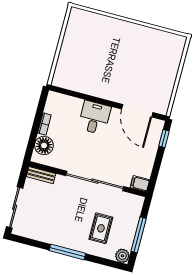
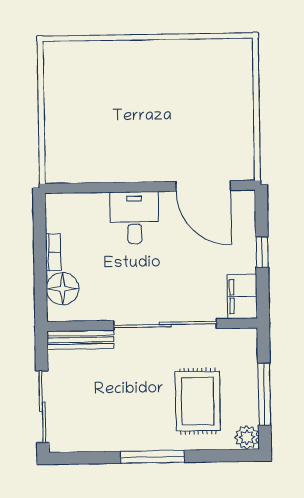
window: (164, 139) -> (262, 252), moved
bench: (41, 175) -> (80, 340), width x1.36
filing cabinet: (140, 184) -> (242, 296), width x2.00
rug: (101, 228) -> (198, 401), width x1.36, depth x1.43

